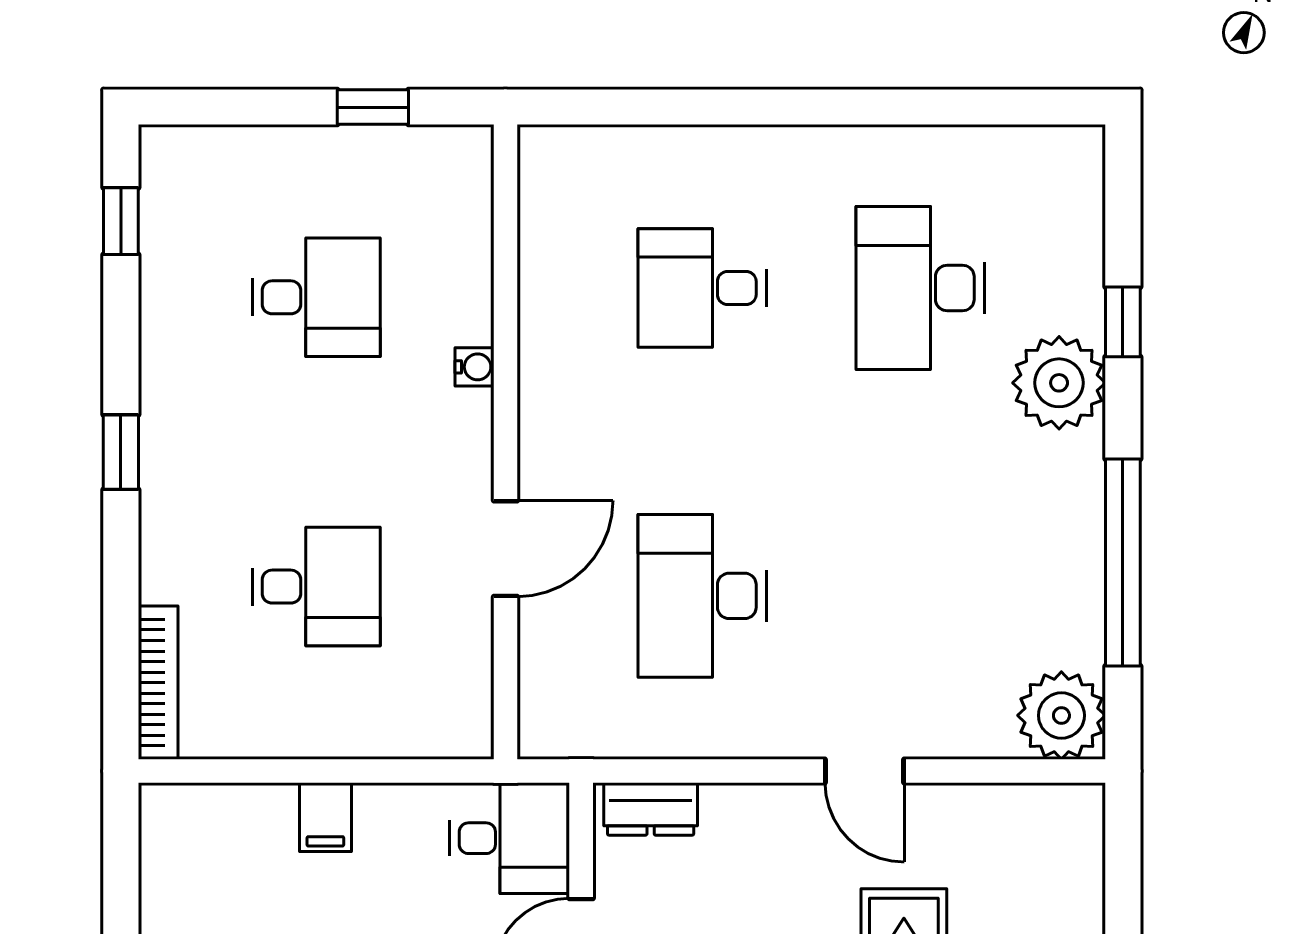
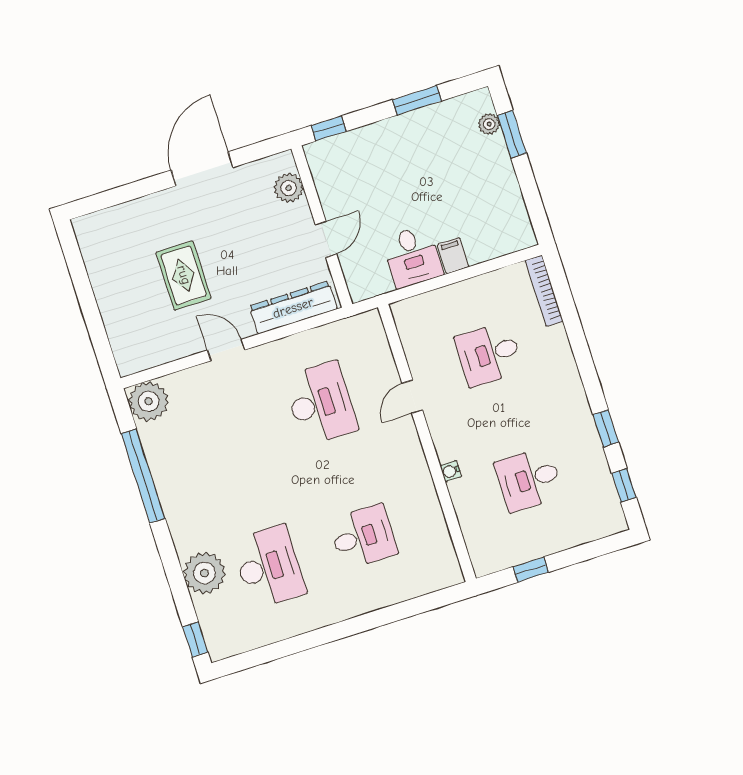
window: (1123, 322) -> (195, 639), moved
plant: (1059, 383) -> (205, 573), moved
window: (121, 452) -> (606, 428), moved
door: (505, 549) -> (412, 397), width x0.73
dresser: (651, 809) -> (293, 308), width x1.96, depth x1.24
desk: (510, 838) -> (412, 257), moved, turned -90

